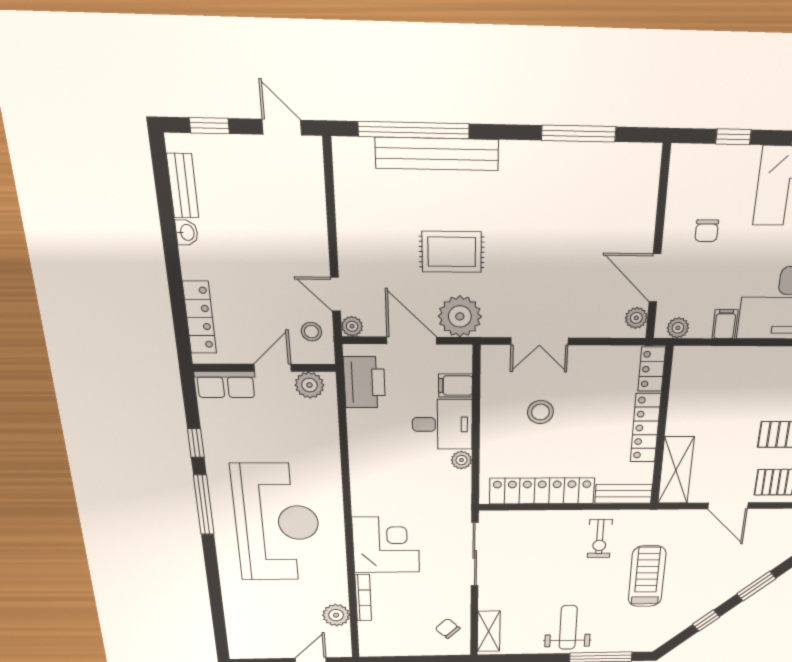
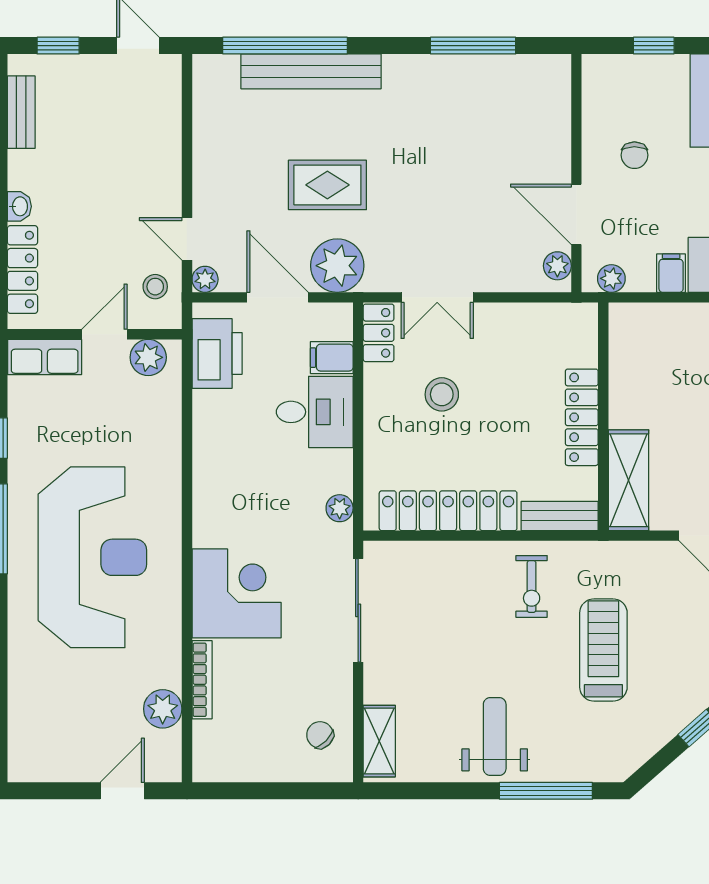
washbasin: (187, 232) -> (19, 206), moved
locker: (652, 369) -> (379, 333), moved, turned 180
plant: (461, 460) -> (340, 508), moved

